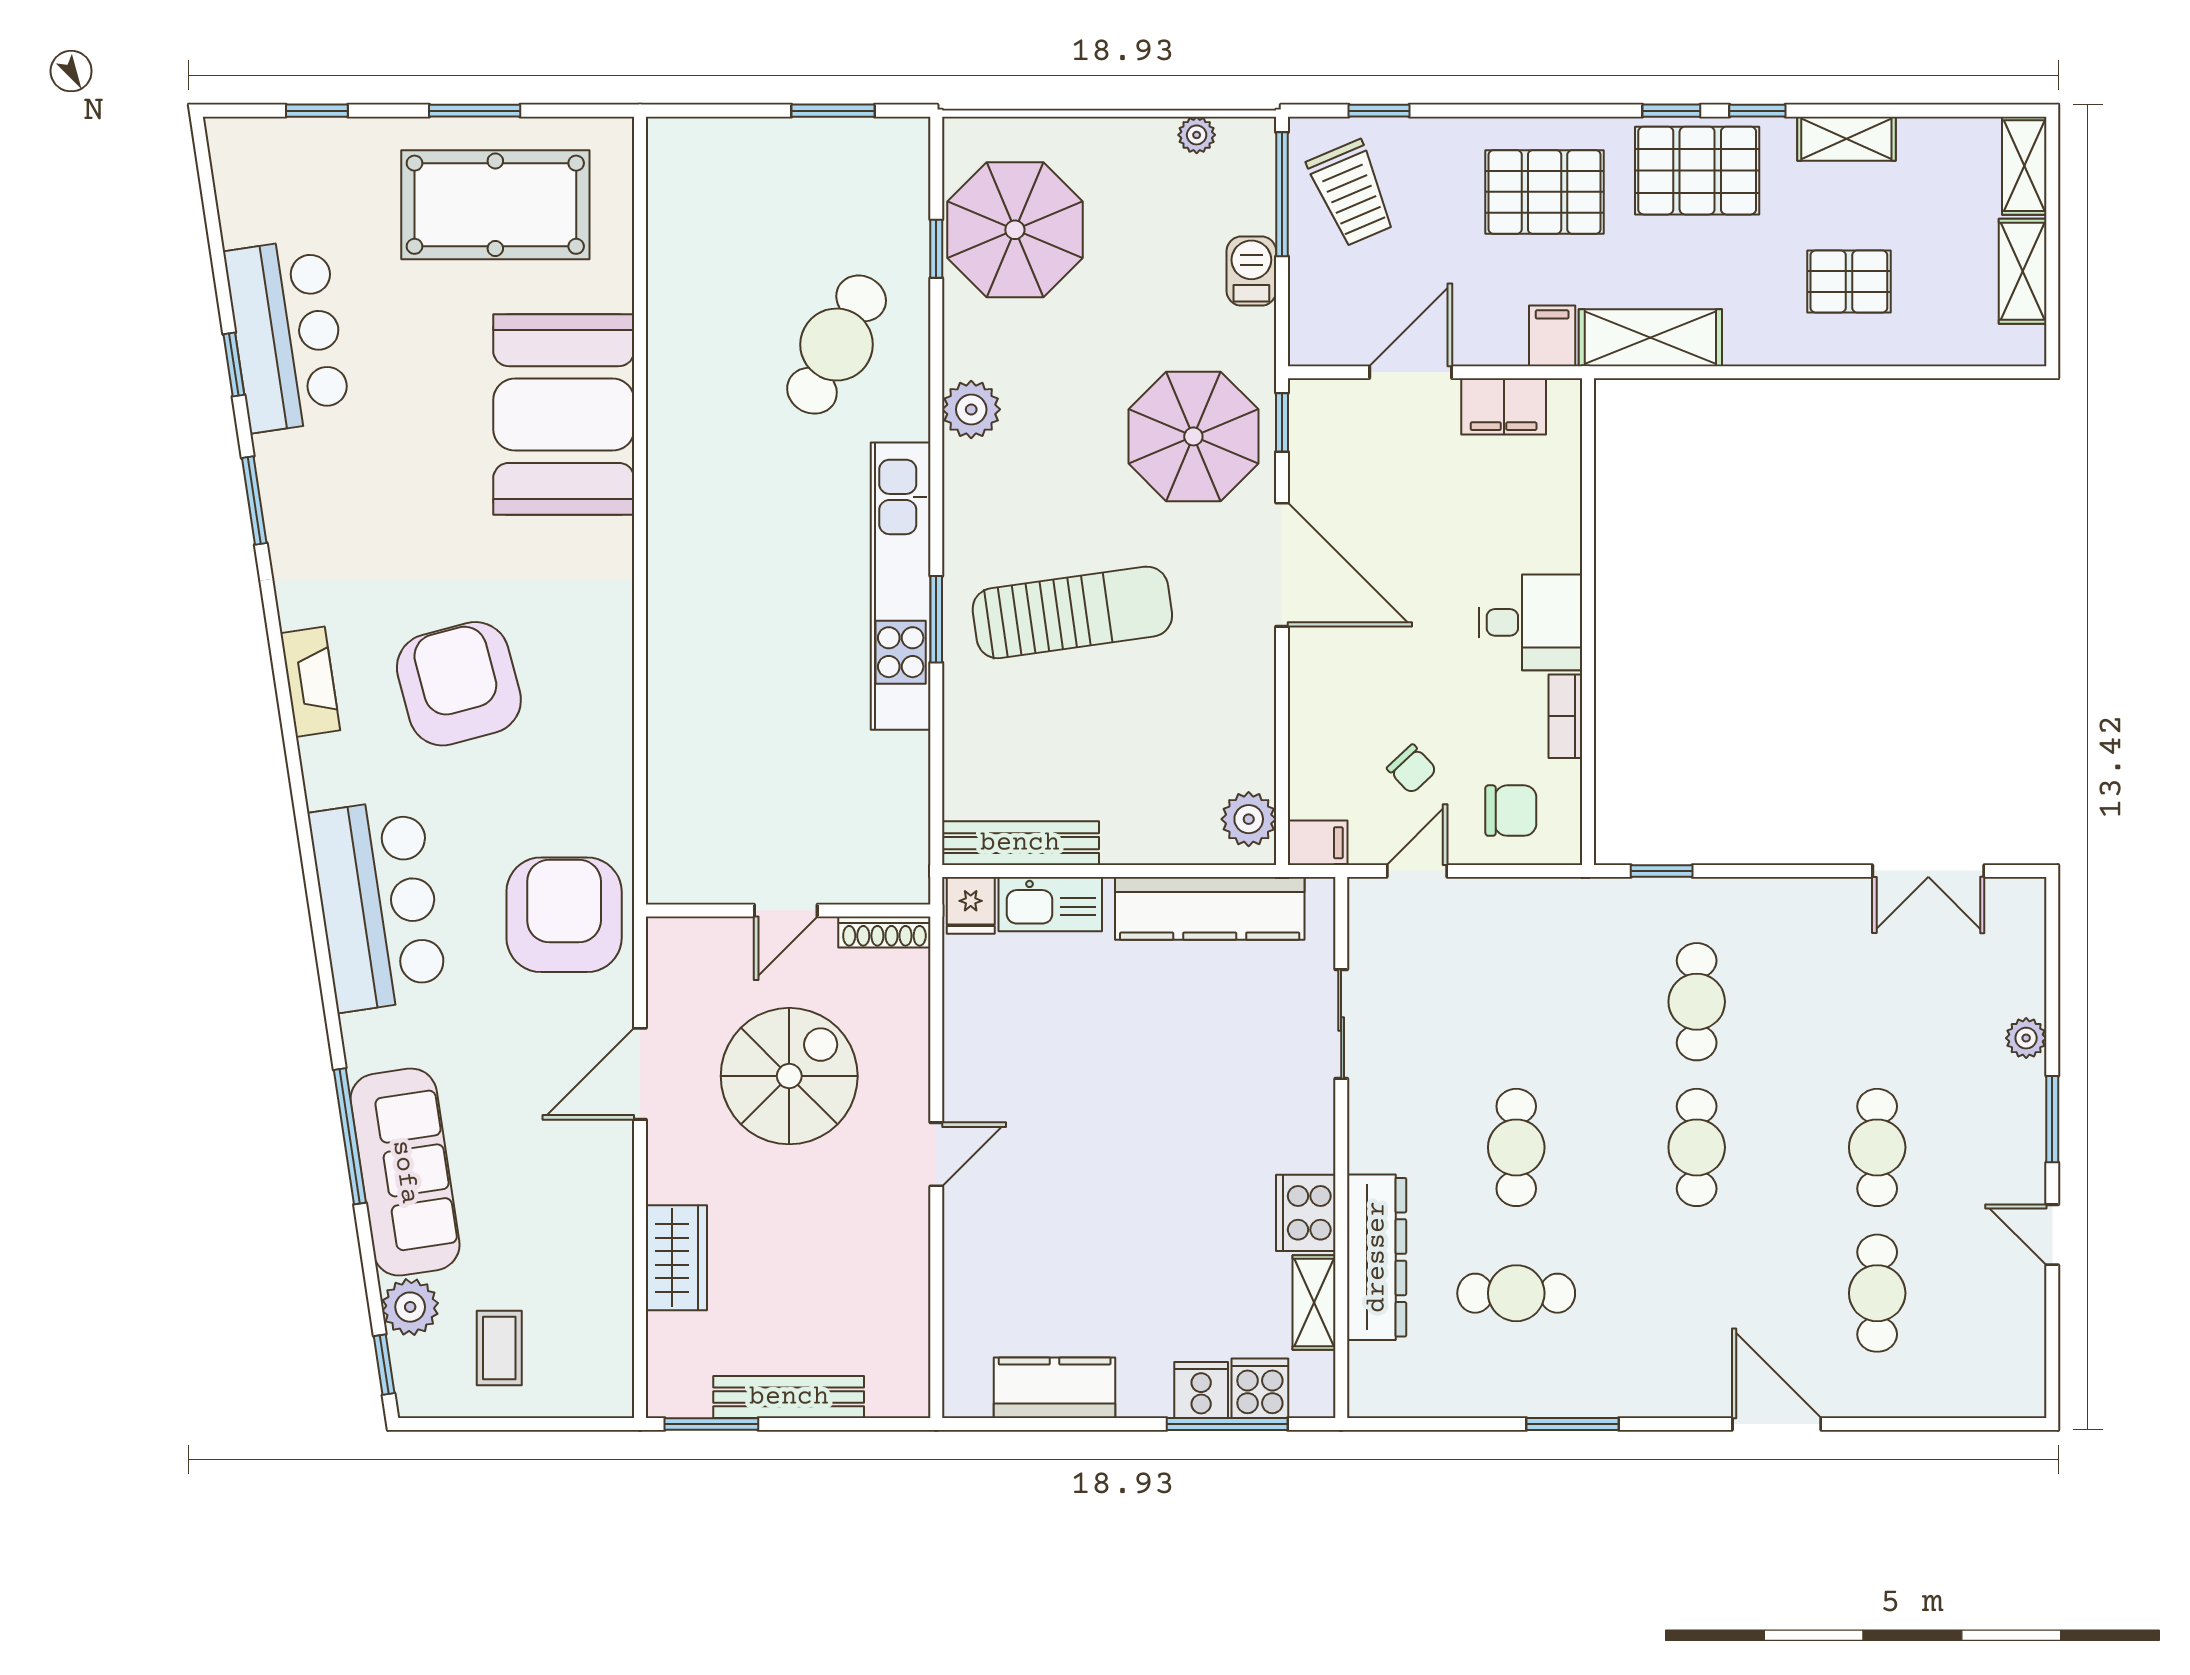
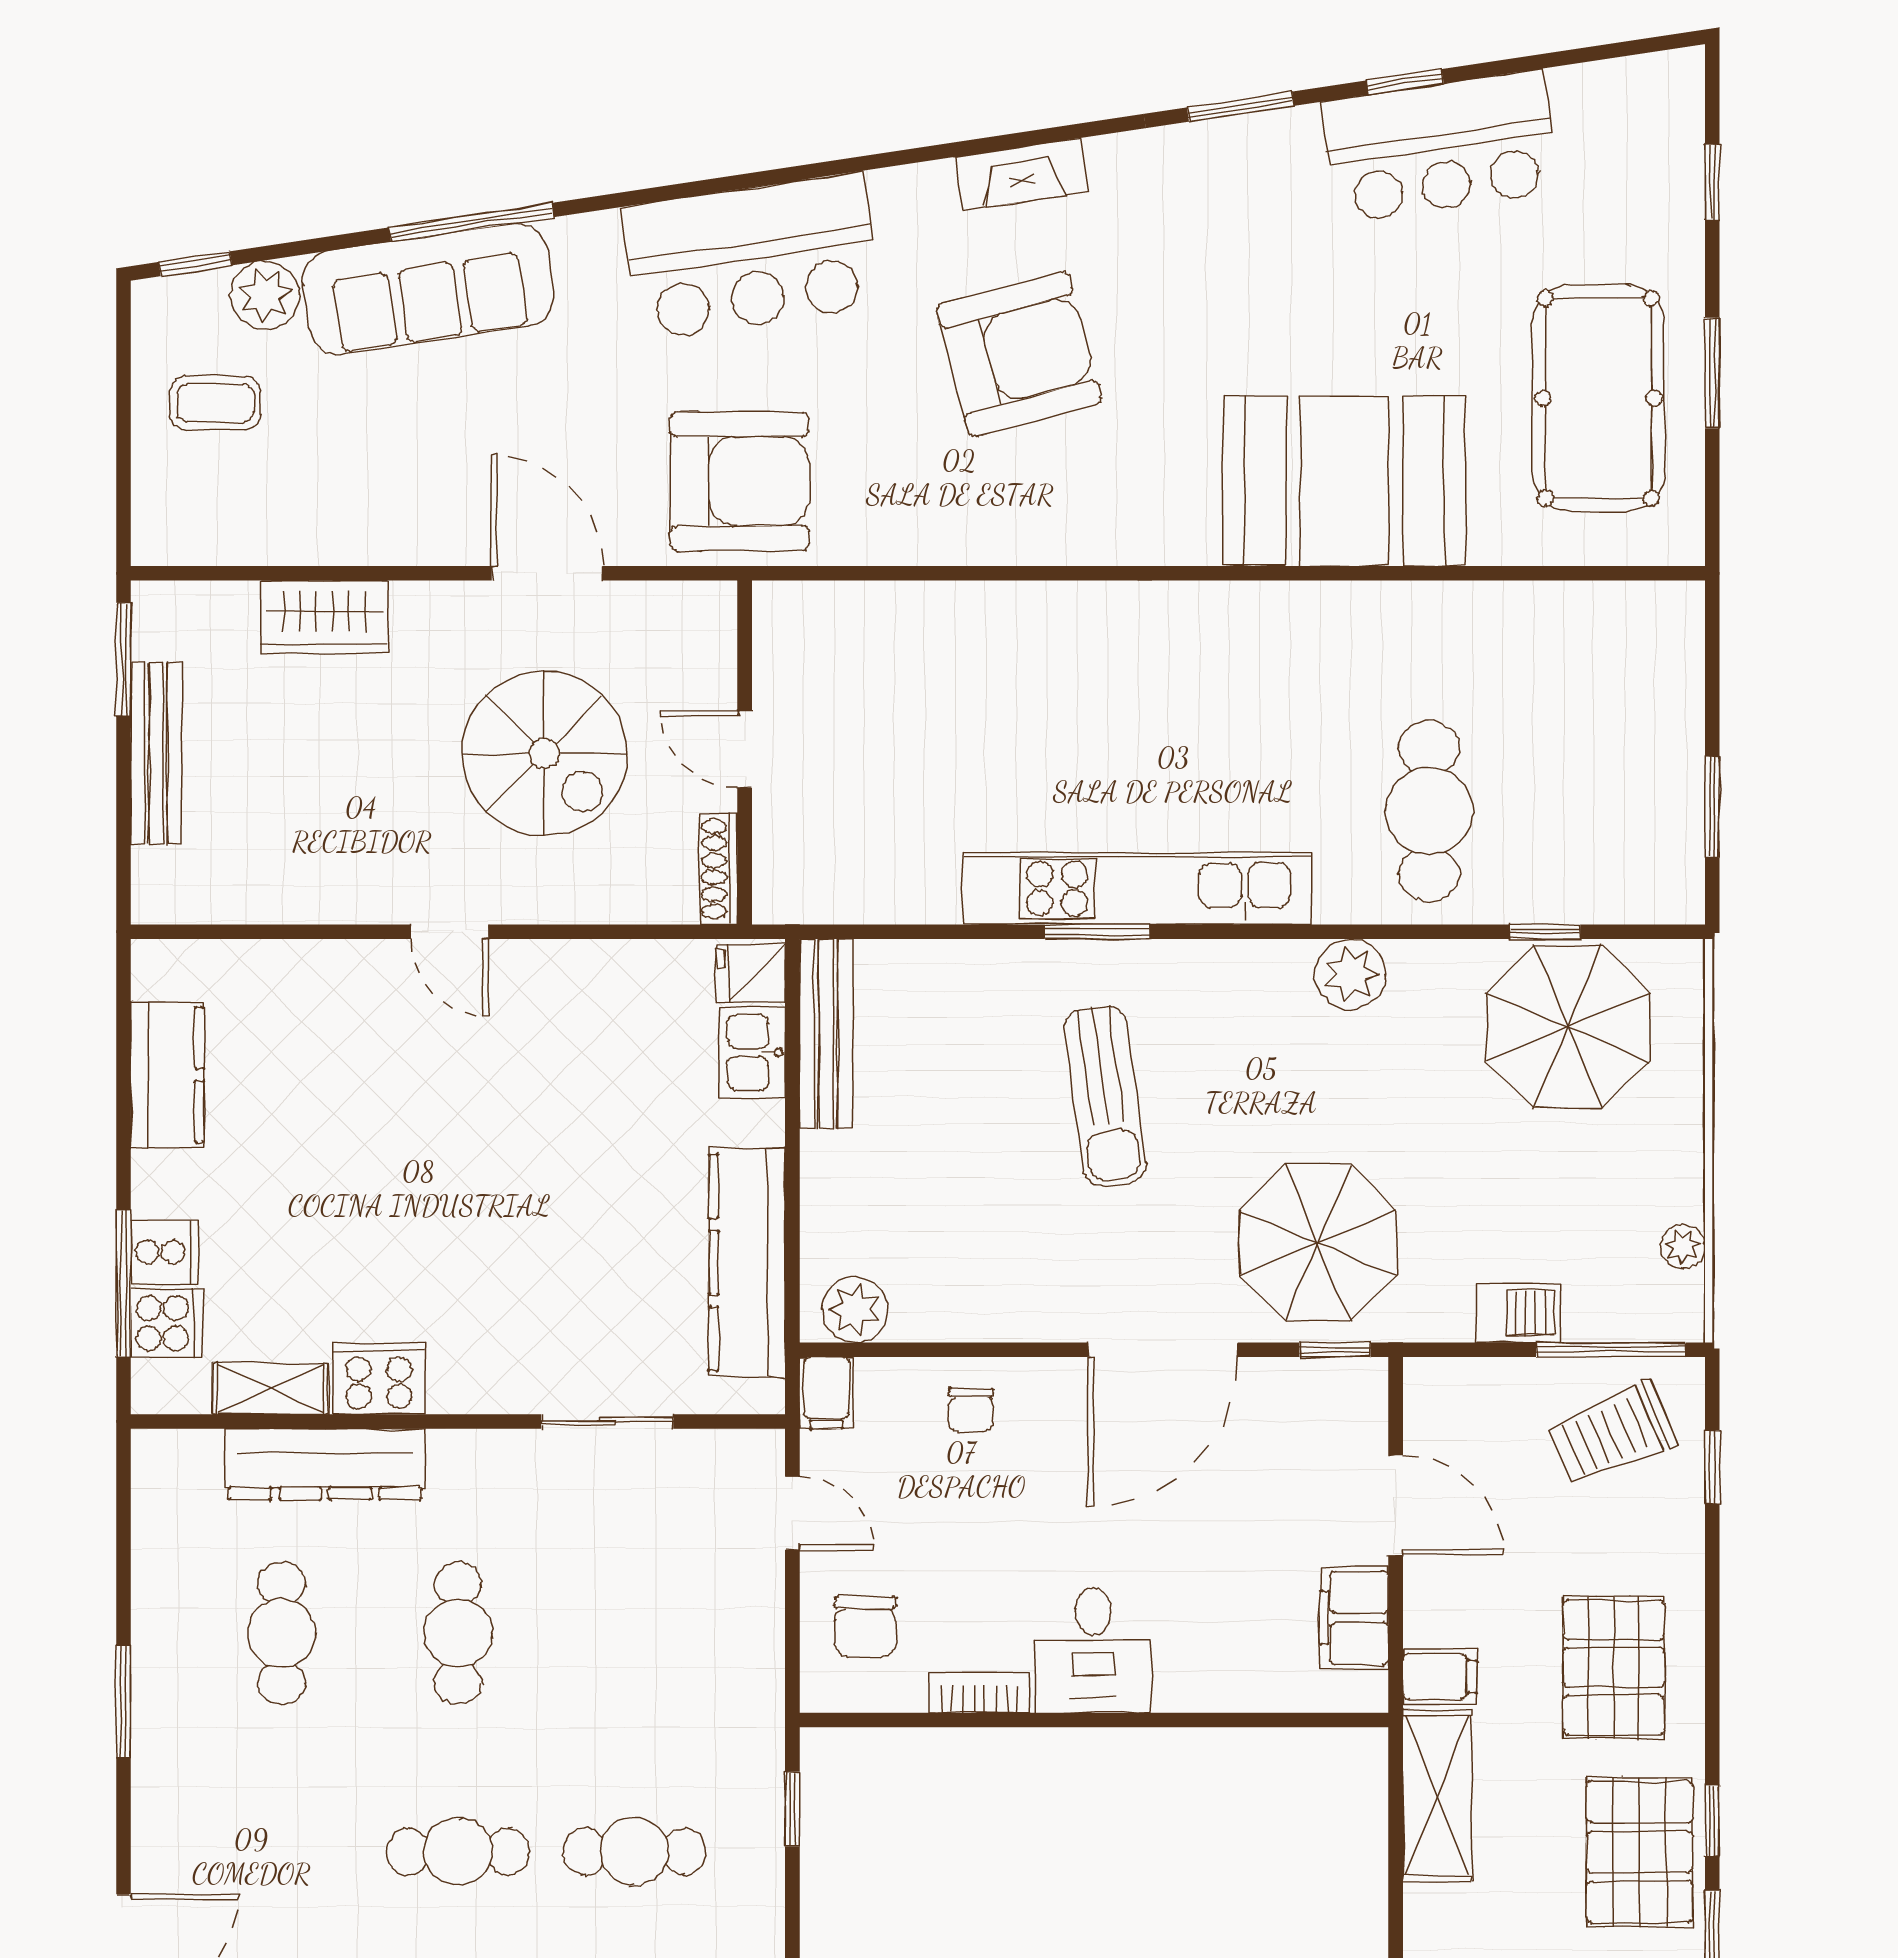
cafe table: (837, 345) -> (1429, 811), turned 62
sun lounger: (1072, 612) -> (1105, 1096), width x0.73, depth x0.75
chair: (1412, 769) -> (971, 1410), moved, turned -47
kitchen sink: (1050, 904) -> (752, 1052), width x0.73
cafe table: (1516, 1147) -> (458, 1633), turned 90

